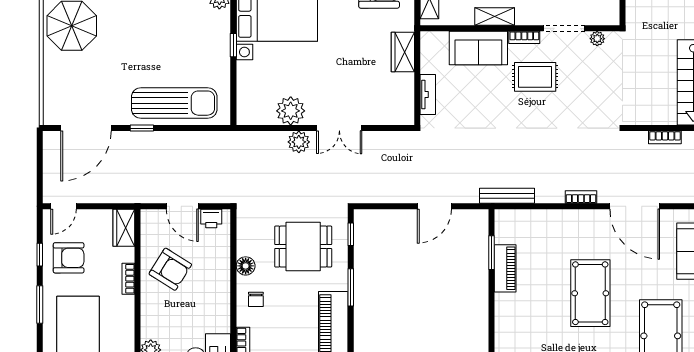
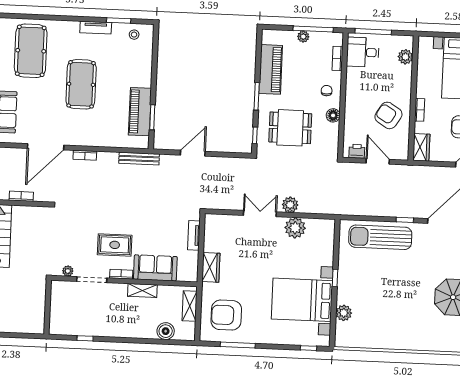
door: (635, 206) -> (46, 147), swing flipped
piano: (505, 268) -> (140, 112), width x1.37, depth x1.33

